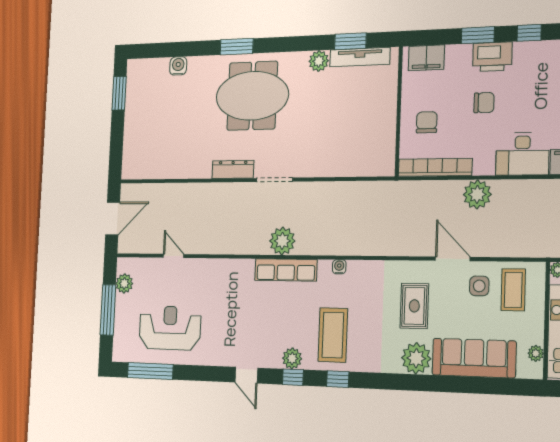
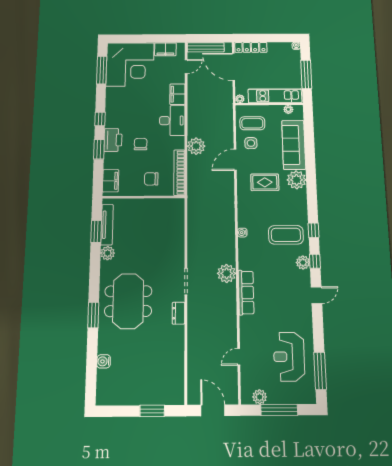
window: (119, 93) -> (152, 411), moved
dresser: (233, 169) -> (178, 313), width x0.70
row of seats: (286, 270) -> (246, 293), moved

